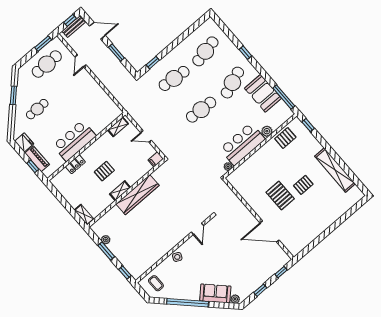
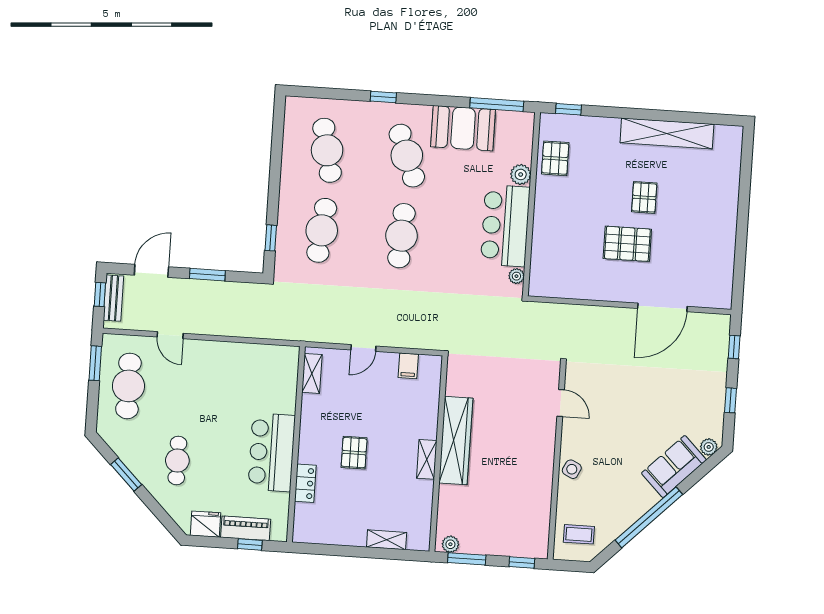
shelving: (120, 191) -> (427, 459), moved
wall: (126, 193) -> (438, 454), moved
wardrobe: (137, 195) -> (456, 441), moved

